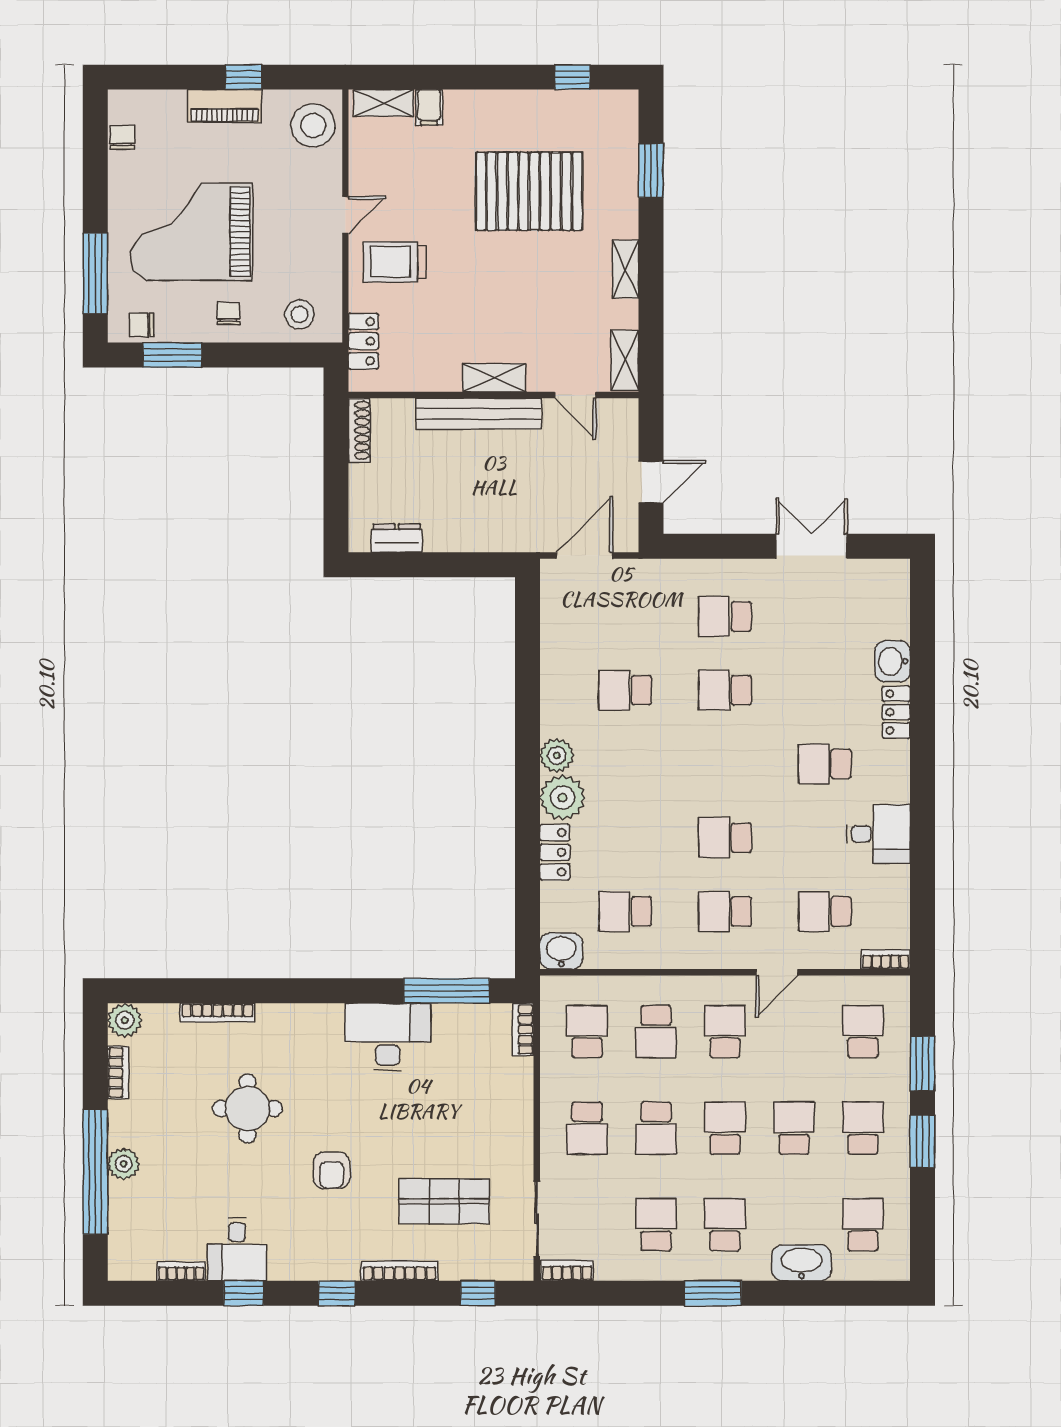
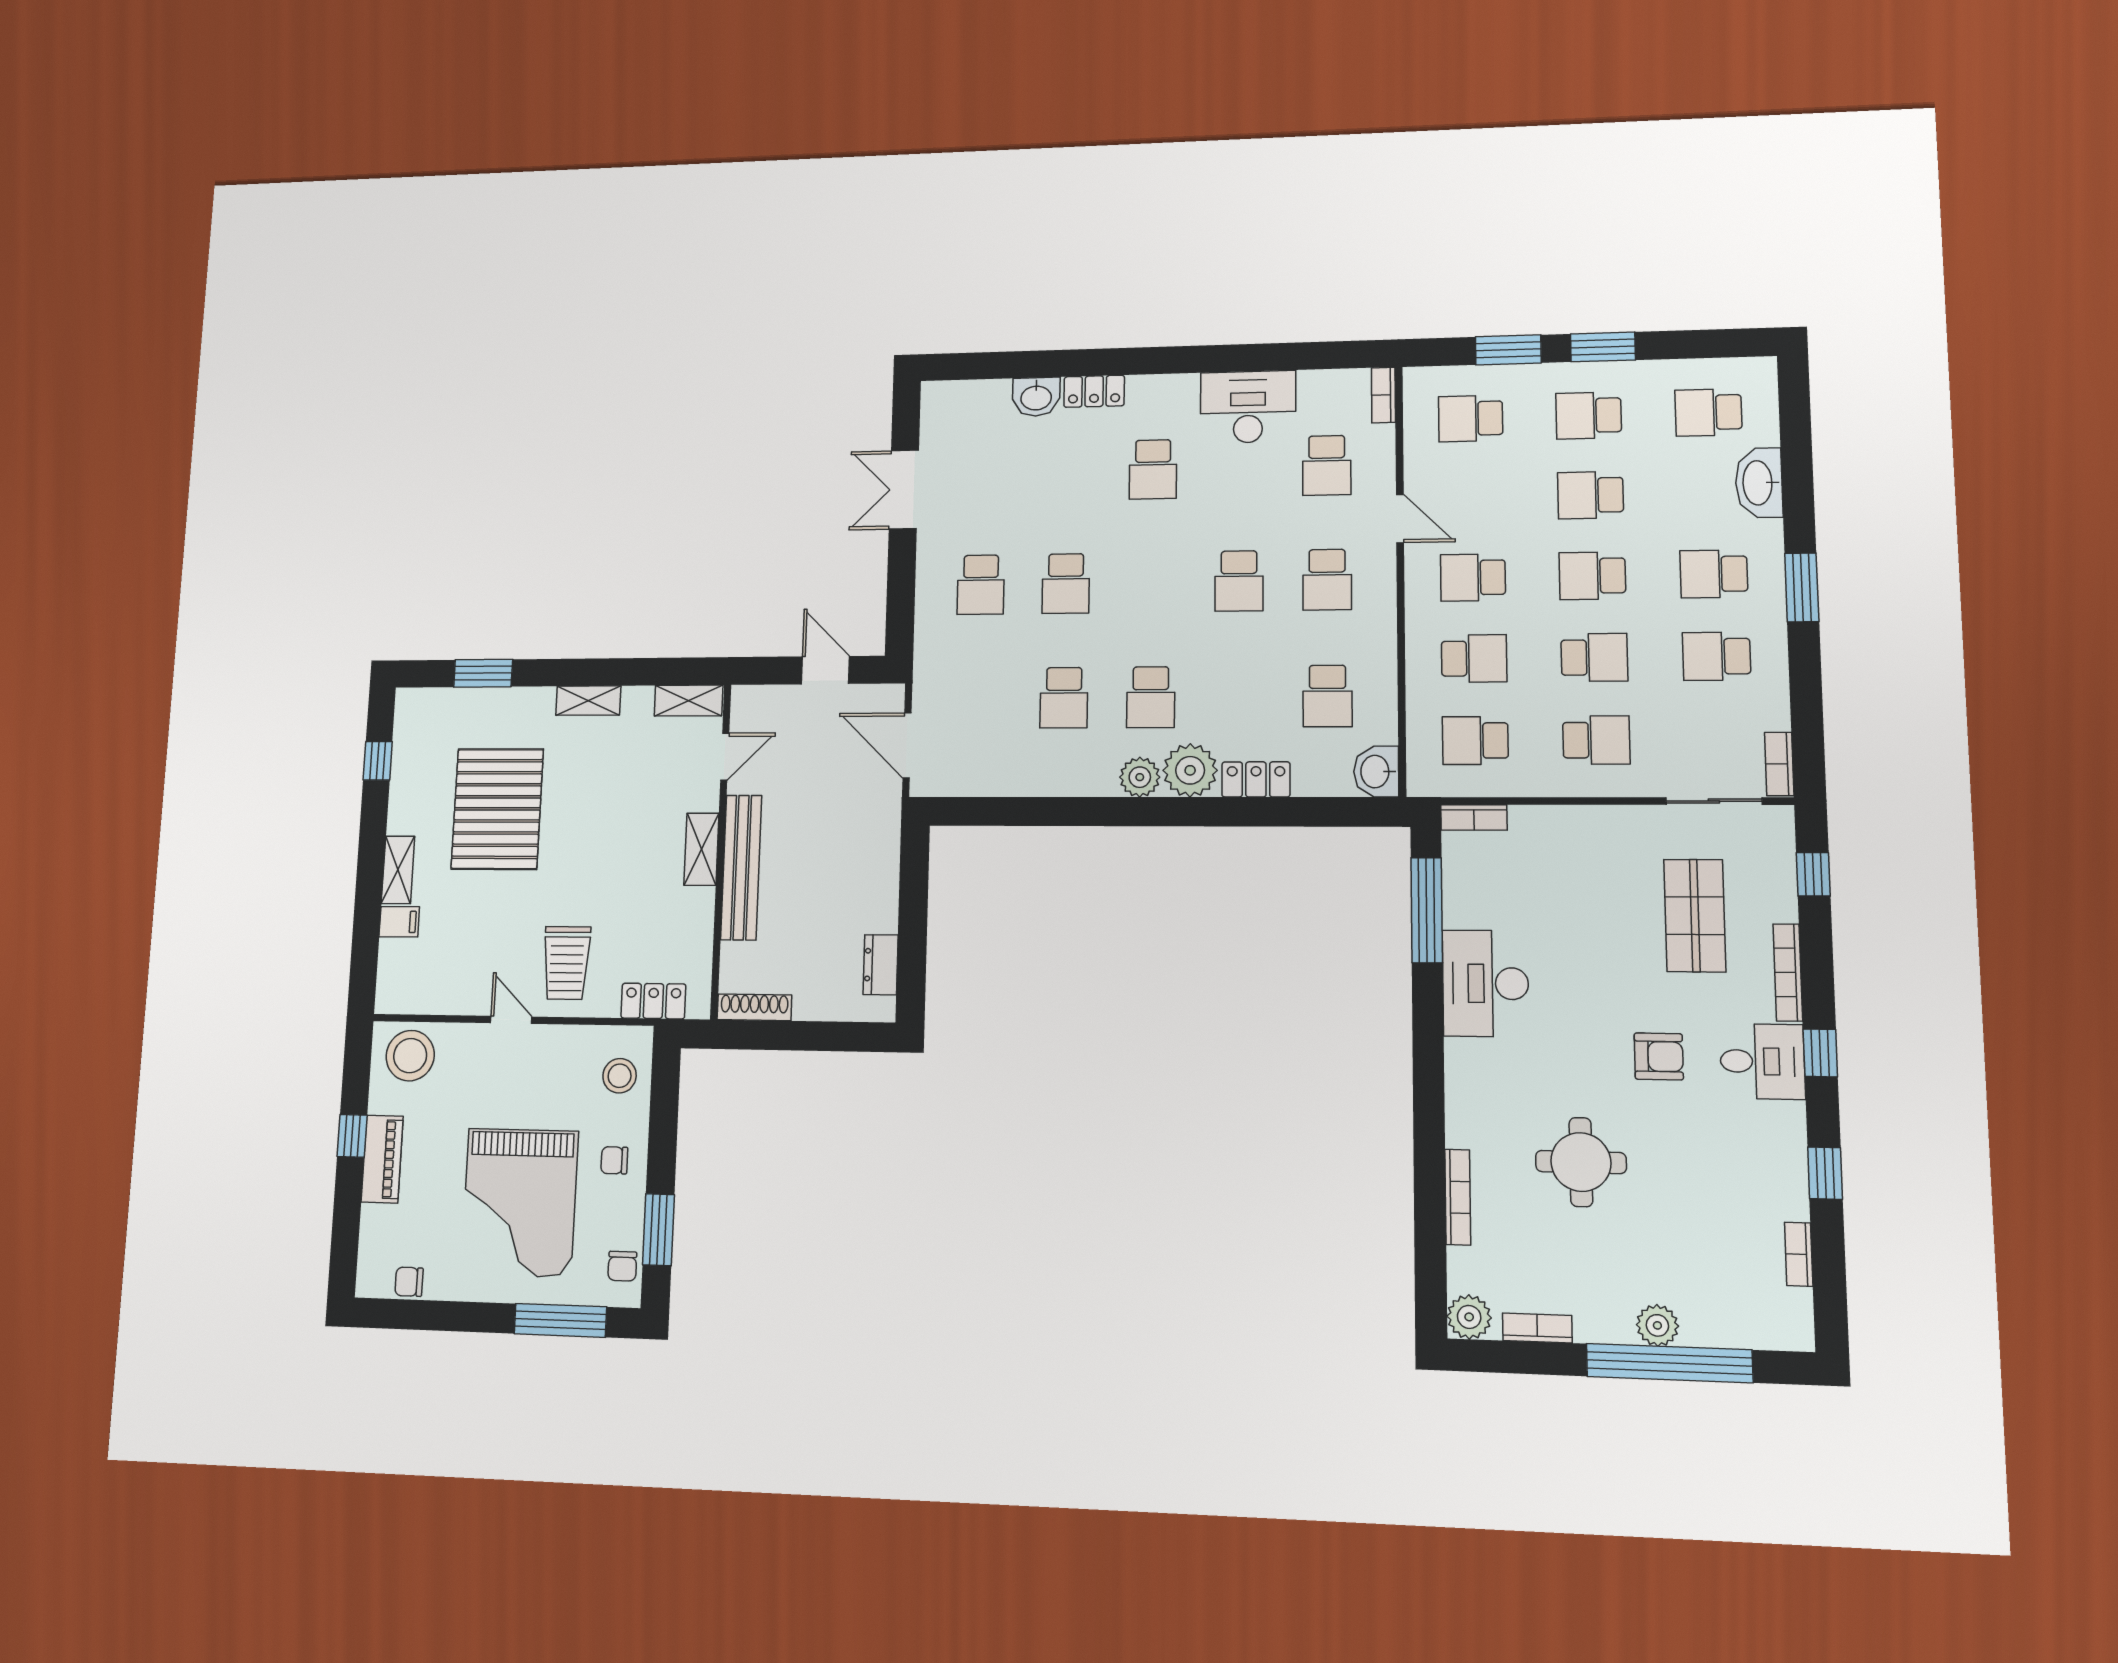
shelving: (383, 103) -> (398, 870), moved
school desk: (625, 764) -> (1151, 697), added
desk: (878, 834) -> (1248, 407), width x1.37
desk: (237, 1249) -> (1762, 1061), moved

